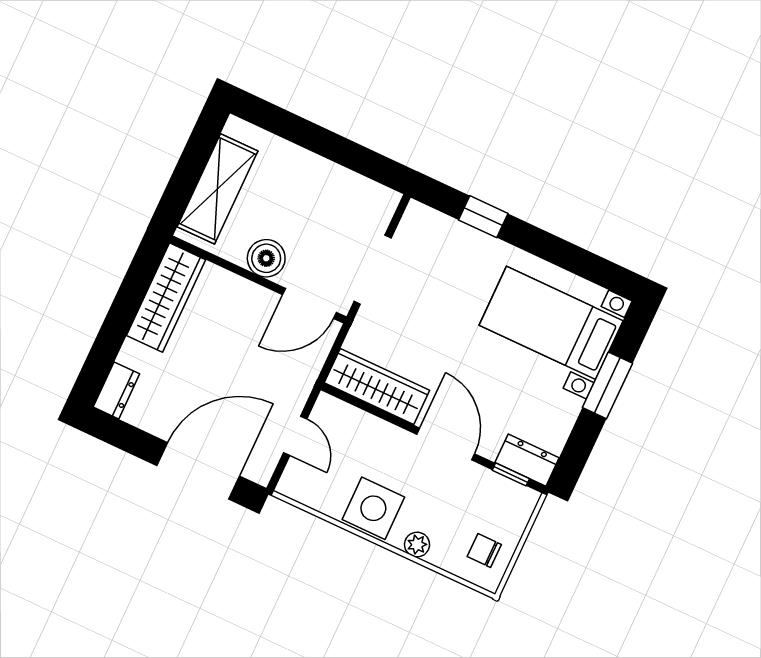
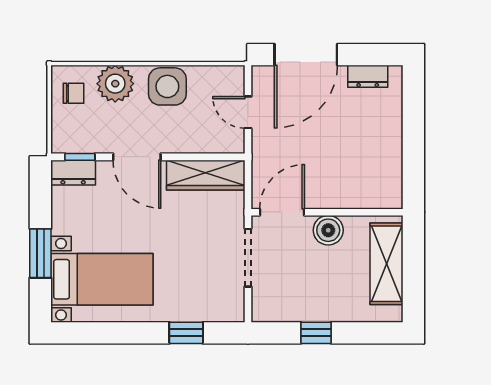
window: (335, 147) -> (316, 333), added
wardrobe: (166, 298) -> (387, 168), removed
dresser: (116, 390) -> (368, 76), moved, turned -90
plant: (417, 545) -> (115, 84), width x1.88, depth x1.88

